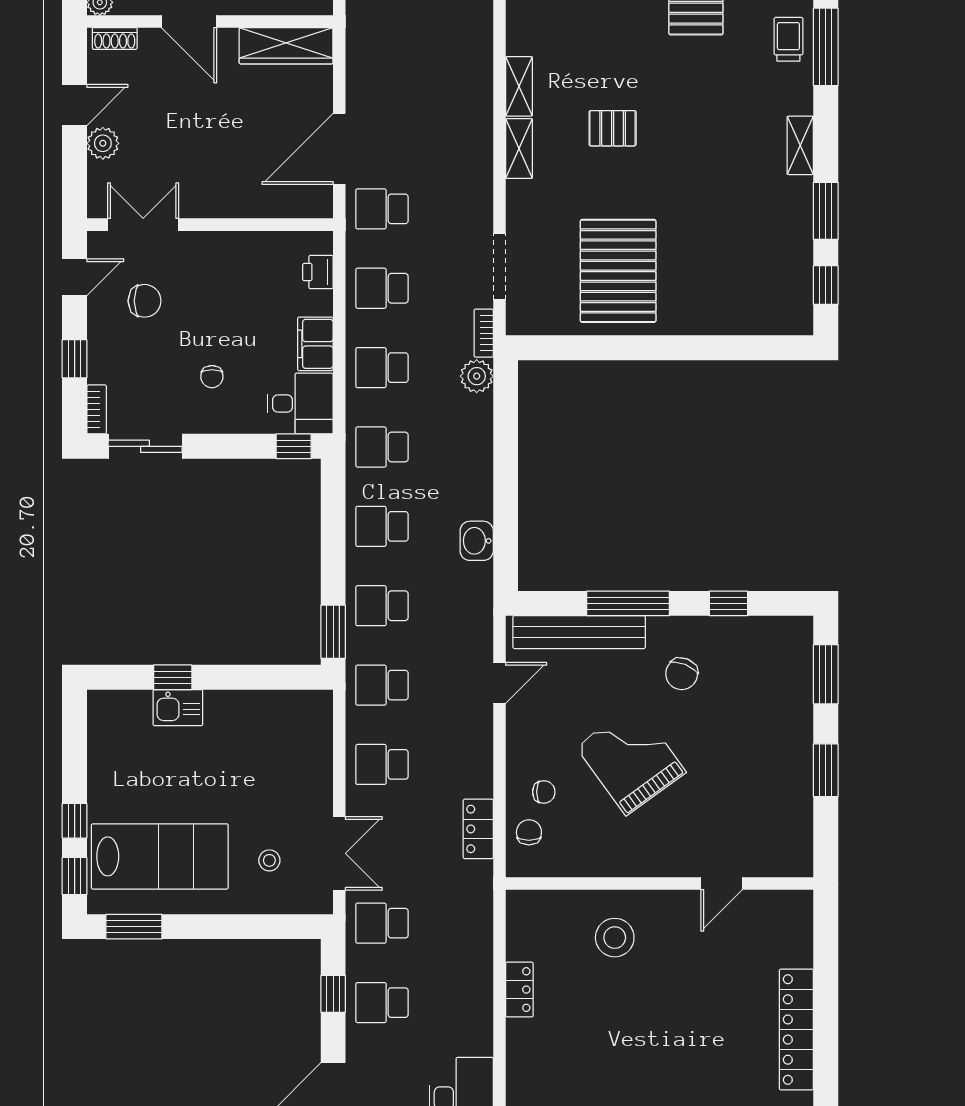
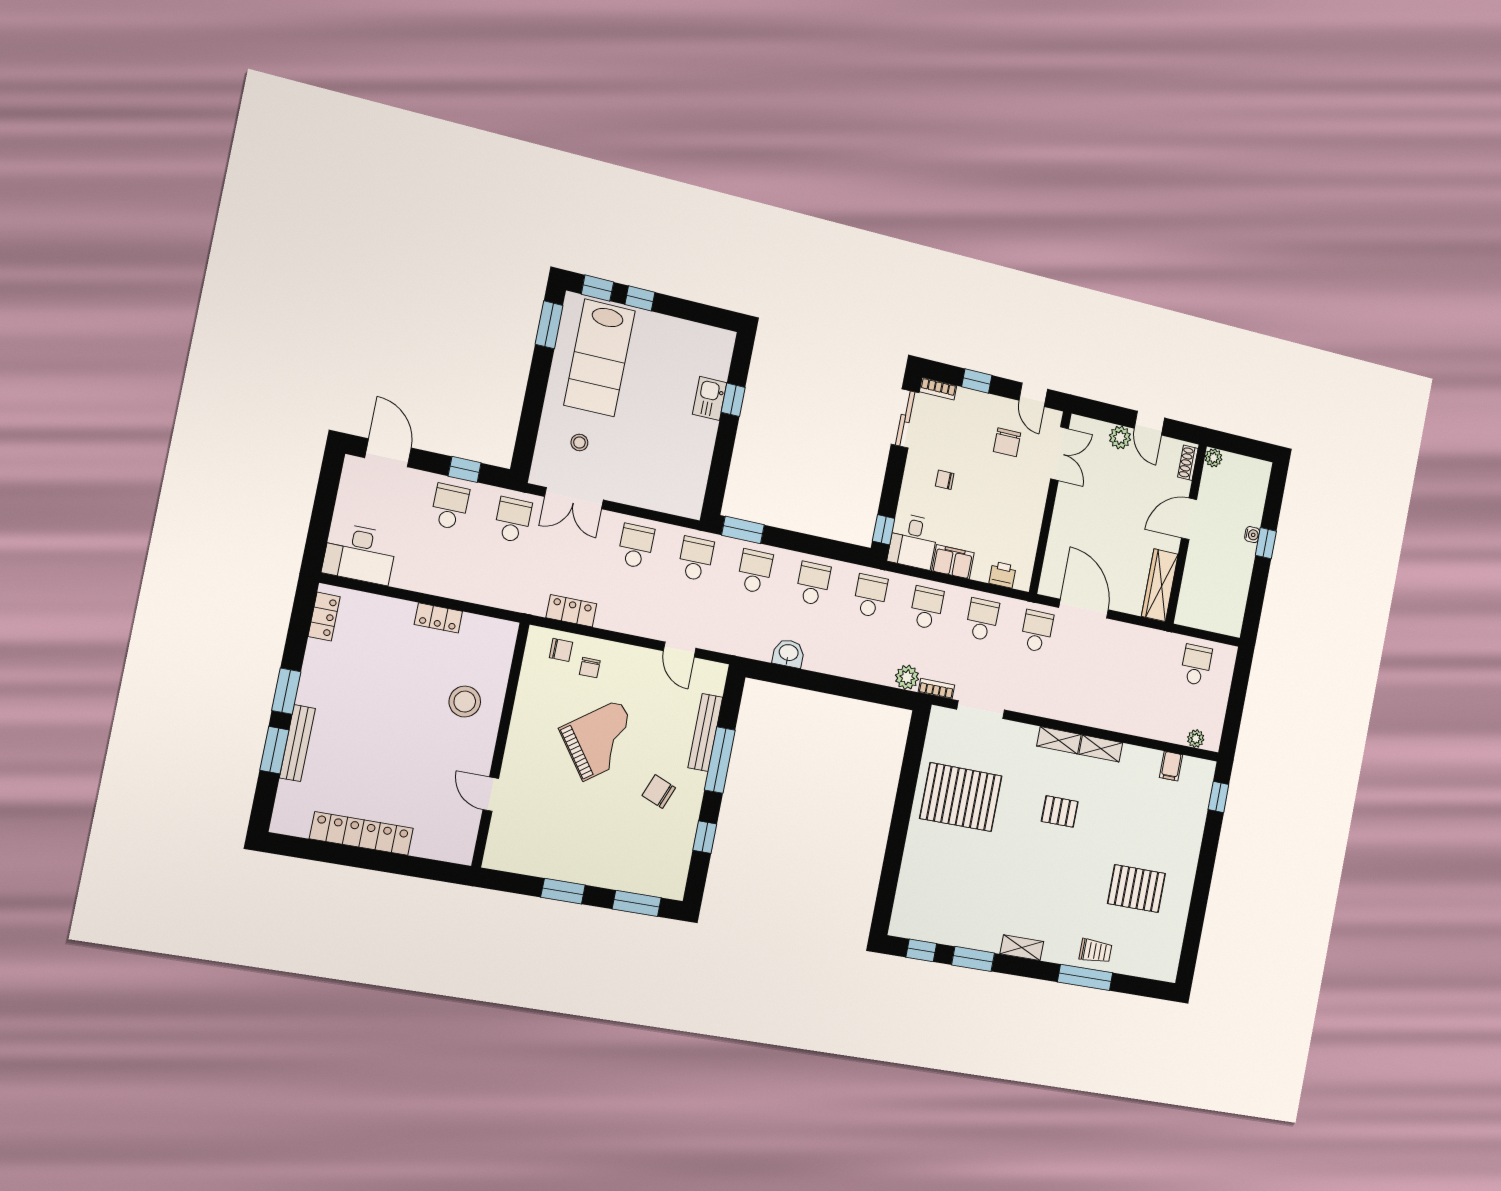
pallet: (613, 128) -> (1060, 811), turned 90
bench: (579, 632) -> (705, 732), width x0.73, depth x0.82

